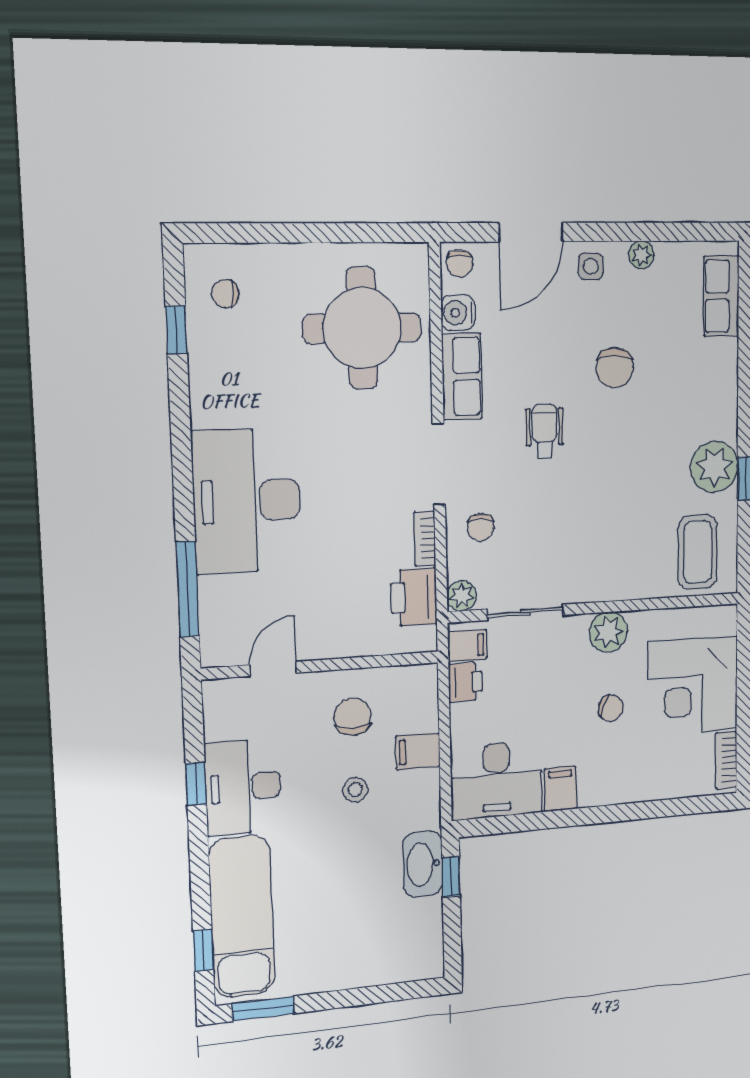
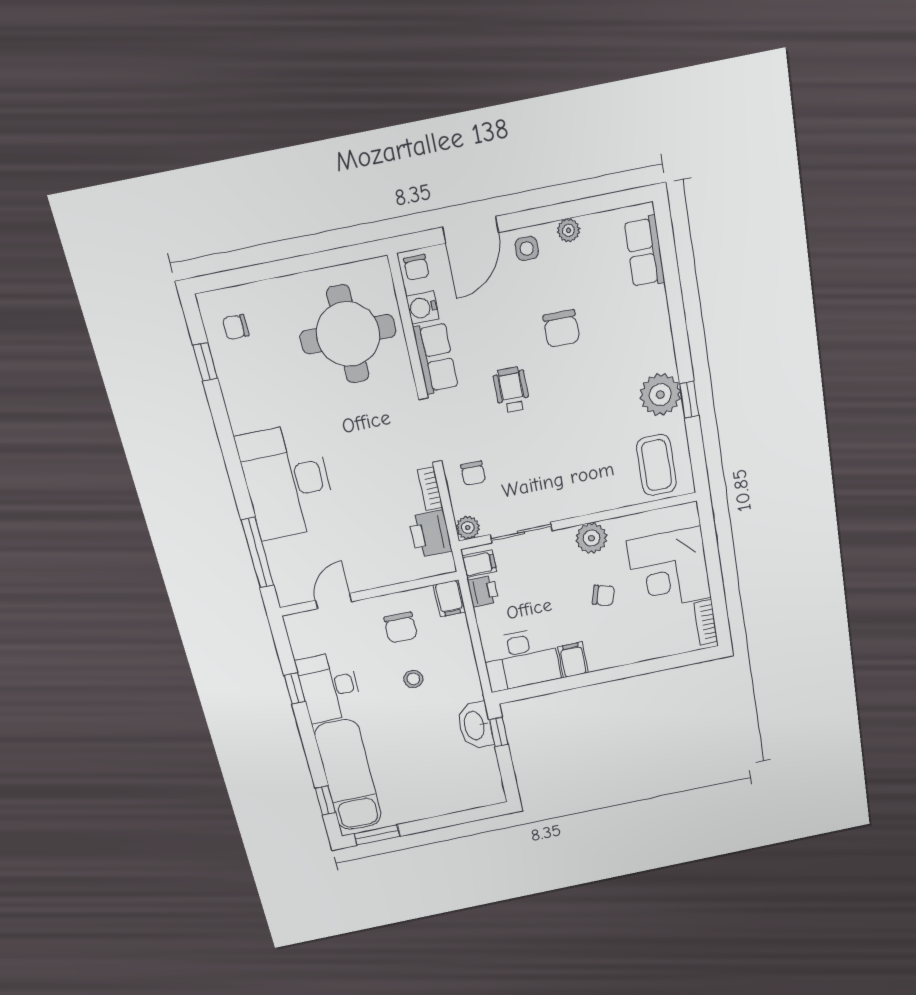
chair: (353, 717) -> (401, 627), turned 180
filing cabinet: (418, 751) -> (449, 598), moved, turned -90

